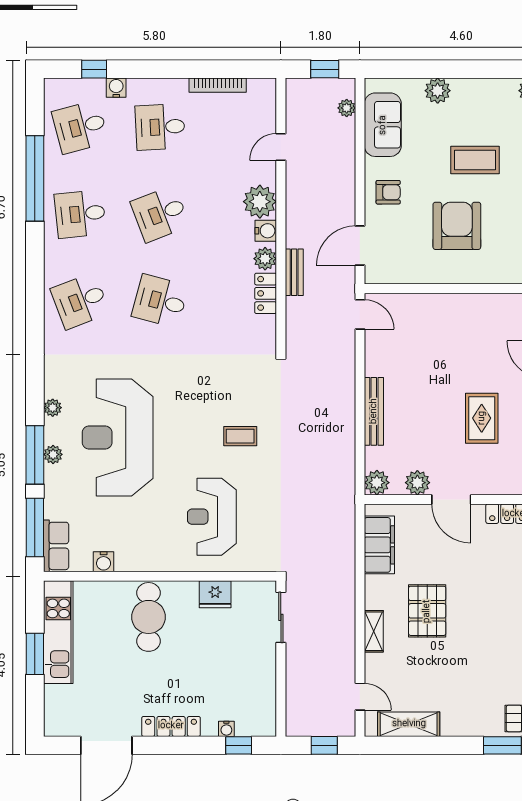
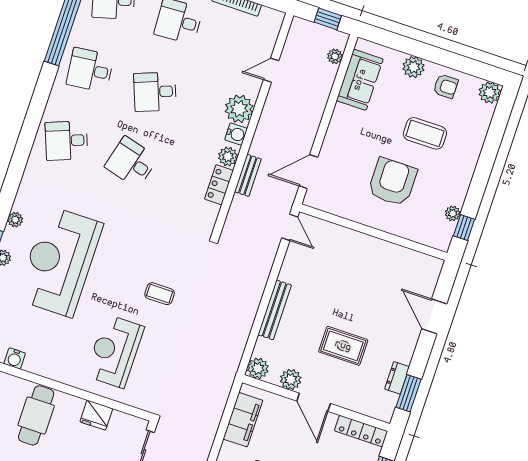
armchair: (388, 192) -> (446, 86), moved
rug: (482, 418) -> (343, 346), moved, turned 90

